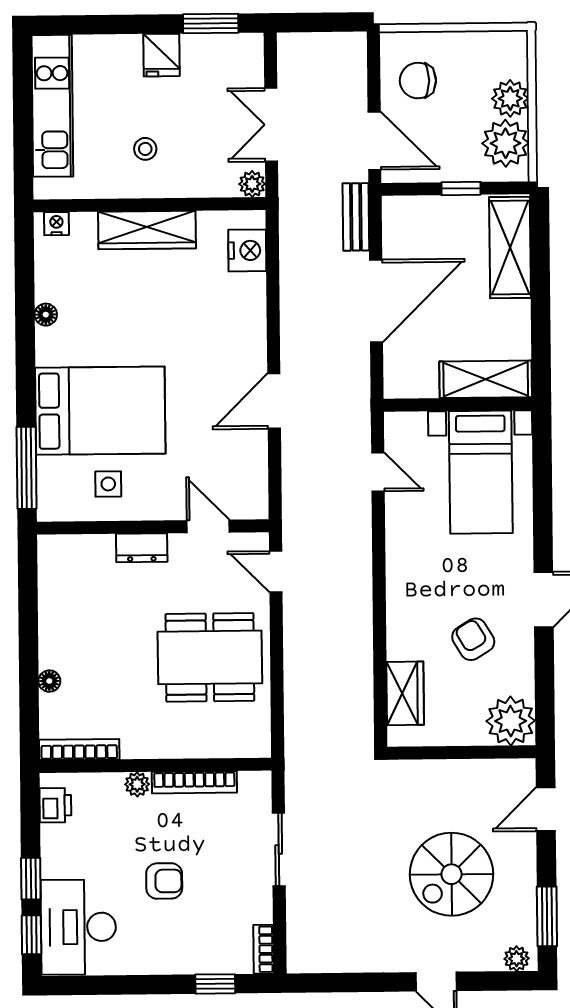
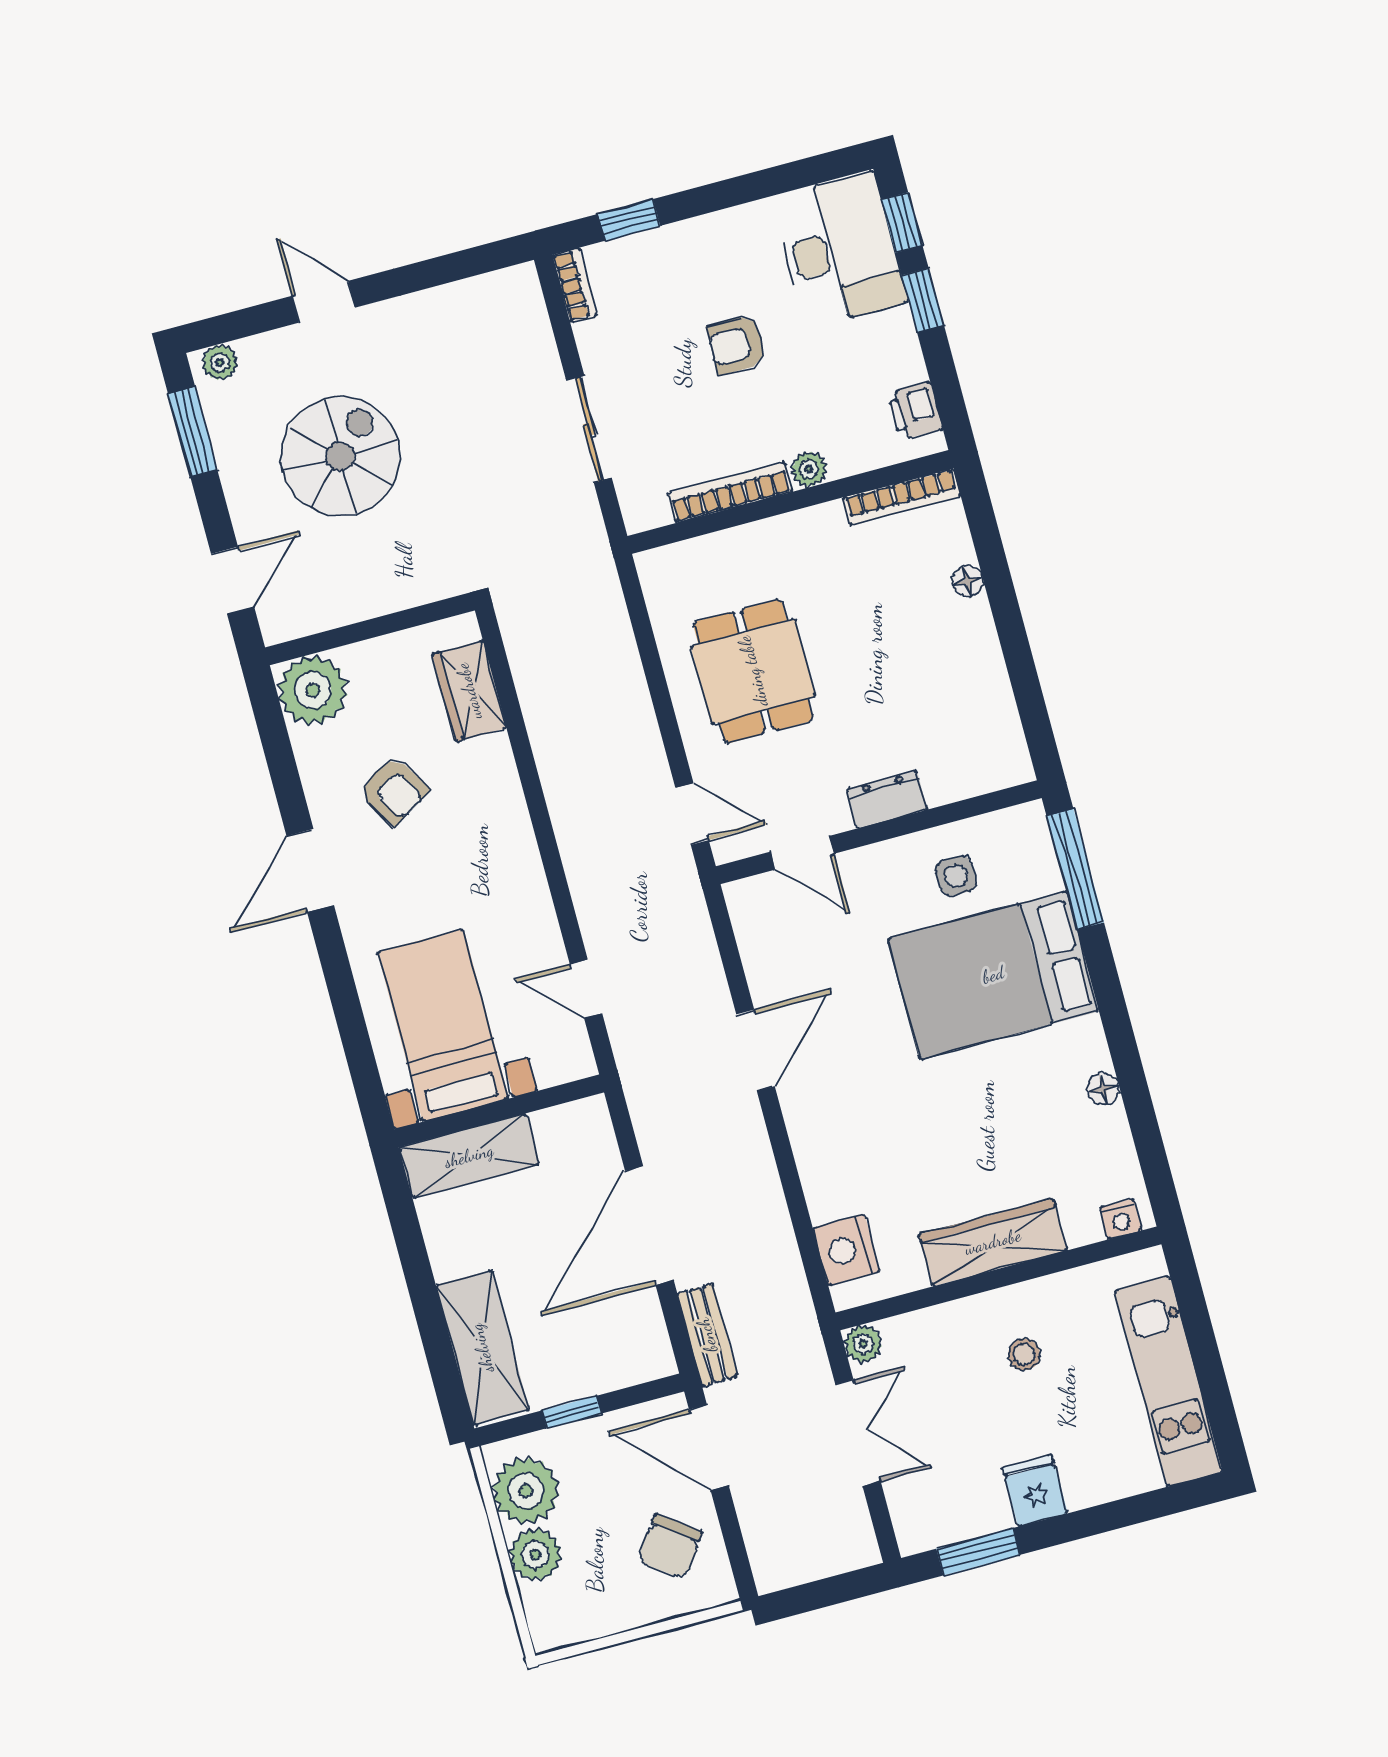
chair: (418, 81) -> (670, 1547), turned 126
dining table: (210, 657) -> (753, 671), width x0.73

